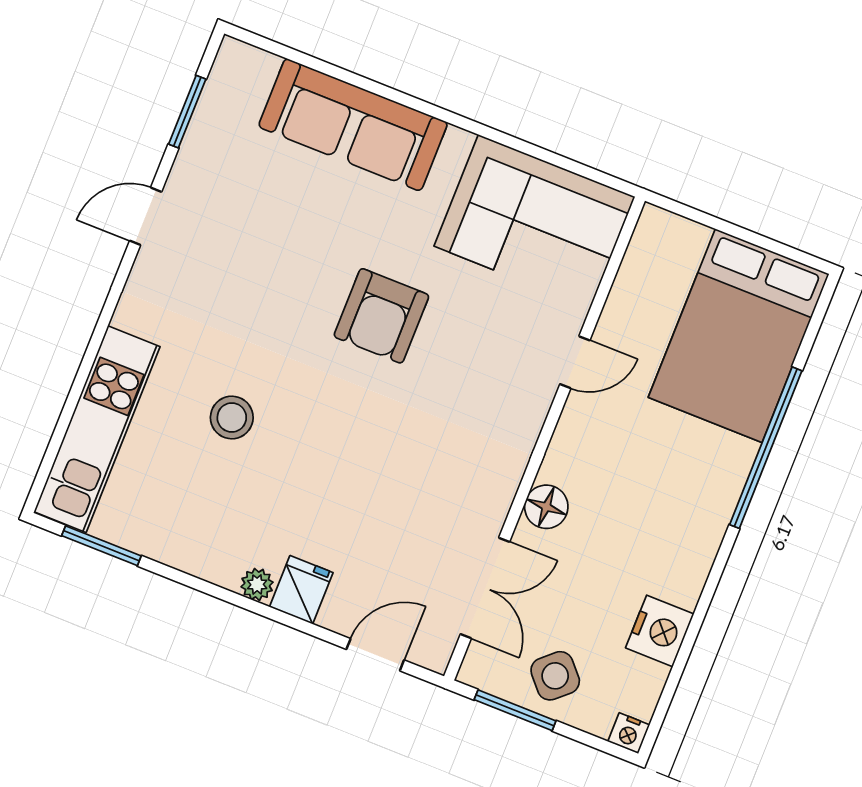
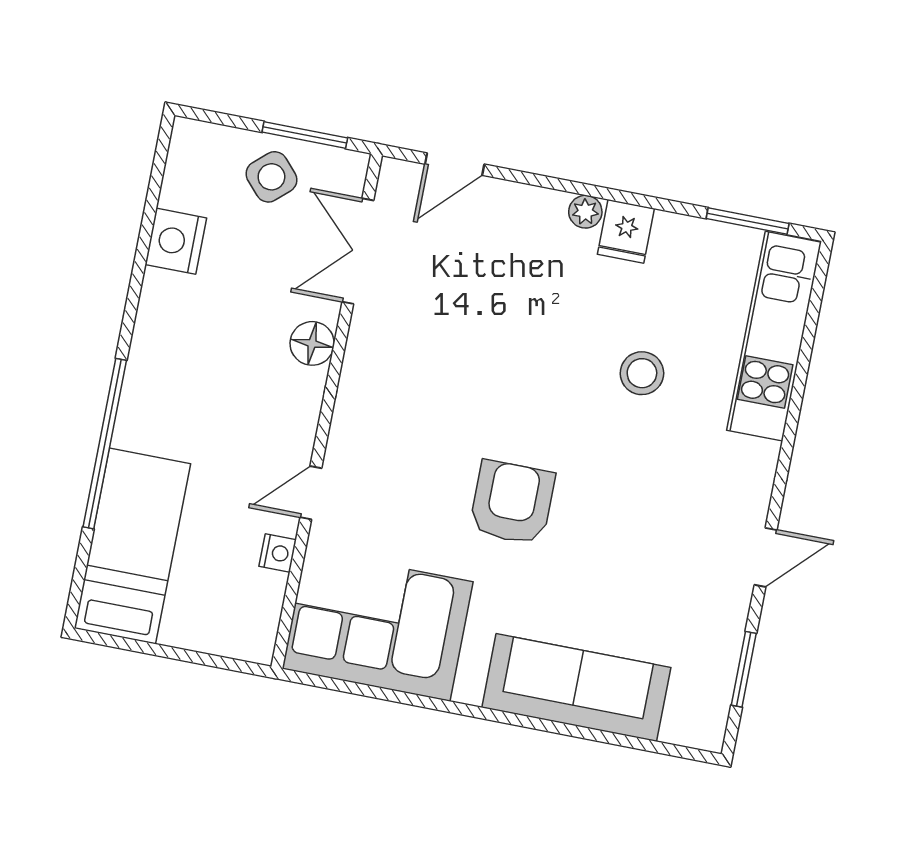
bed: (739, 336) -> (132, 546), width x0.67
fridge: (301, 590) -> (626, 231), moved
nightstand: (629, 733) -> (278, 553), moved, turned 90

